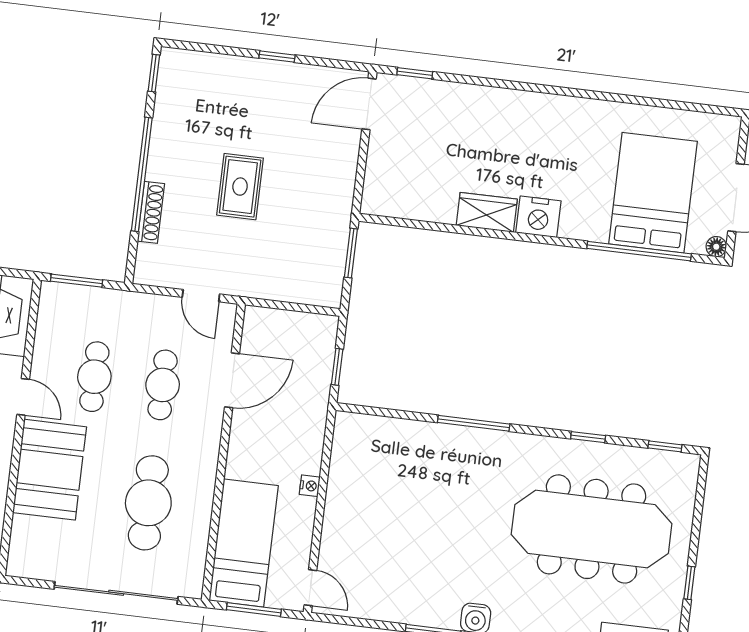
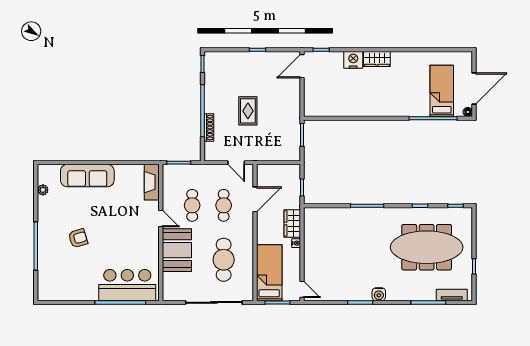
bed: (653, 193) -> (442, 91), width x0.67
wardrobe: (487, 212) -> (377, 59), moved, turned 180
nightstand: (538, 217) -> (353, 60), moved, turned 180
wardrobe: (307, 442) -> (292, 223), added

